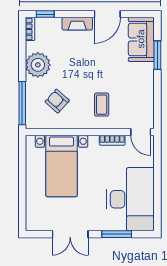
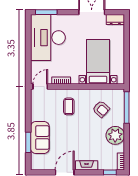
sofa: (141, 39) -> (40, 138), moved
door: (141, 132) -> (40, 87), hinge flipped
dresser: (38, 224) -> (115, 20), added
window: (117, 234) -> (46, 12), moved

